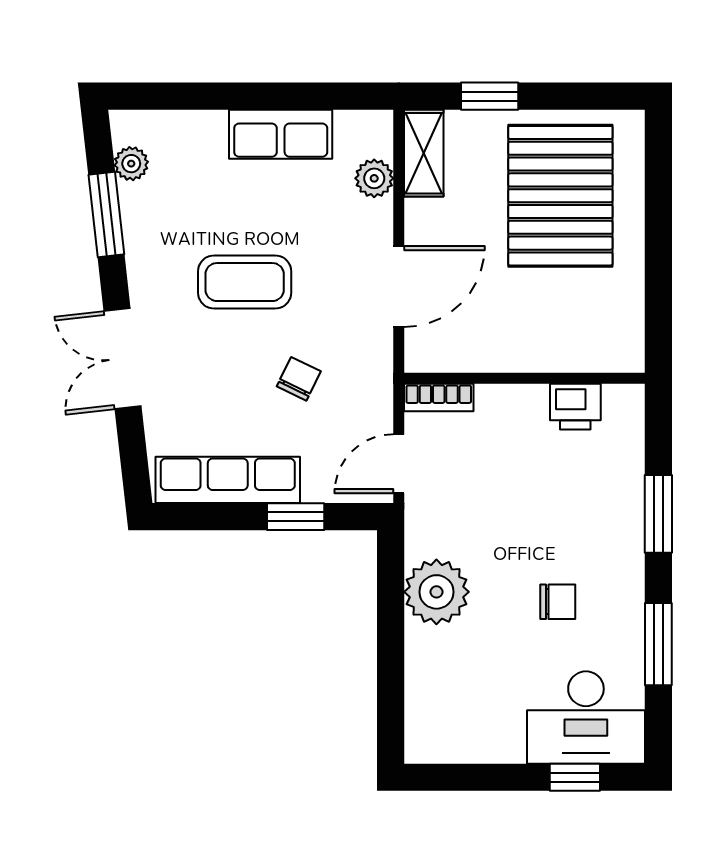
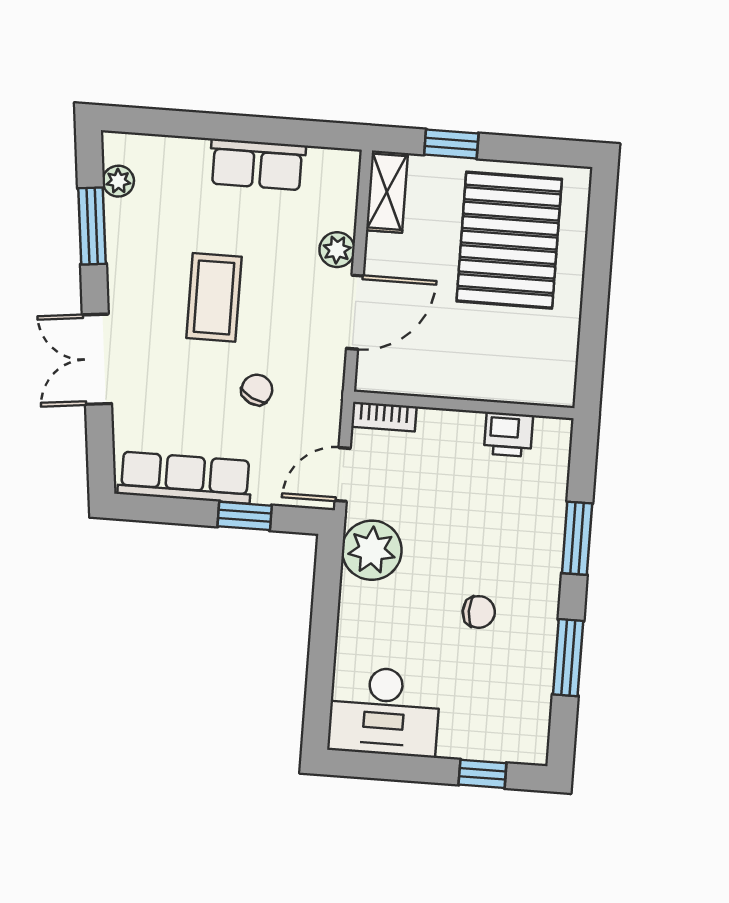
plant: (374, 178) -> (337, 250), moved
coffee table: (245, 282) -> (214, 297), turned 90
plant: (436, 592) -> (372, 550), moved
desk: (586, 717) -> (384, 711), moved

